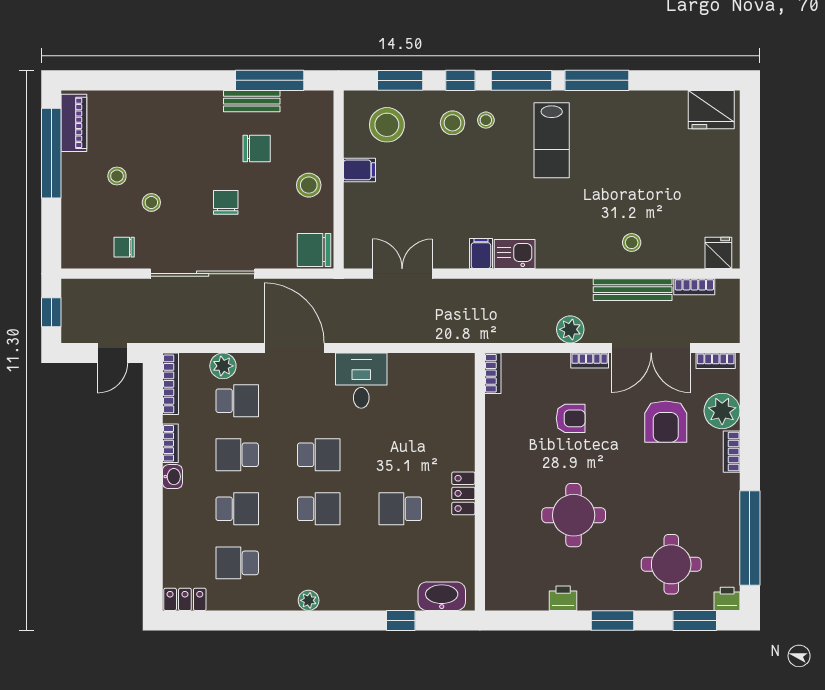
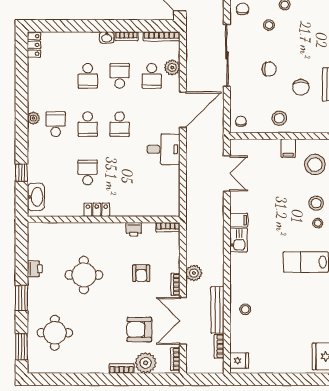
chair: (314, 250) -> (241, 121), width x0.54, depth x0.54
window: (750, 538) -> (70, 379), removed
school desk: (237, 563) -> (56, 124), moved
printer: (727, 599) -> (134, 229), moved, turned 90

